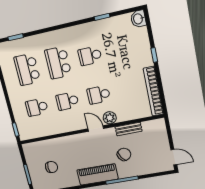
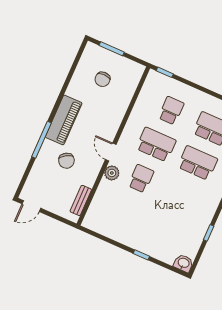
school desk: (90, 56) -> (183, 197), removed
bookcase: (153, 91) -> (109, 231), removed
school desk: (67, 101) -> (156, 145), width x1.85
door: (96, 129) -> (111, 152), swing flipped
bench: (129, 129) -> (81, 200), moved

